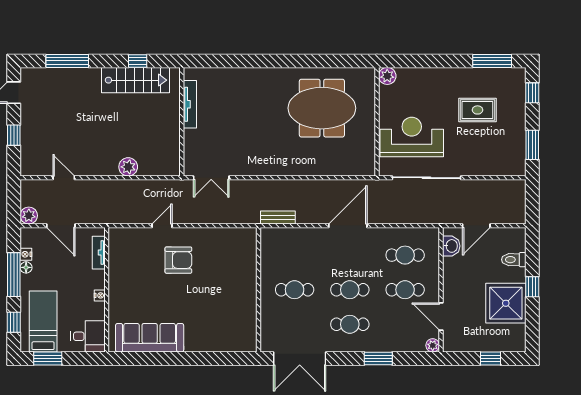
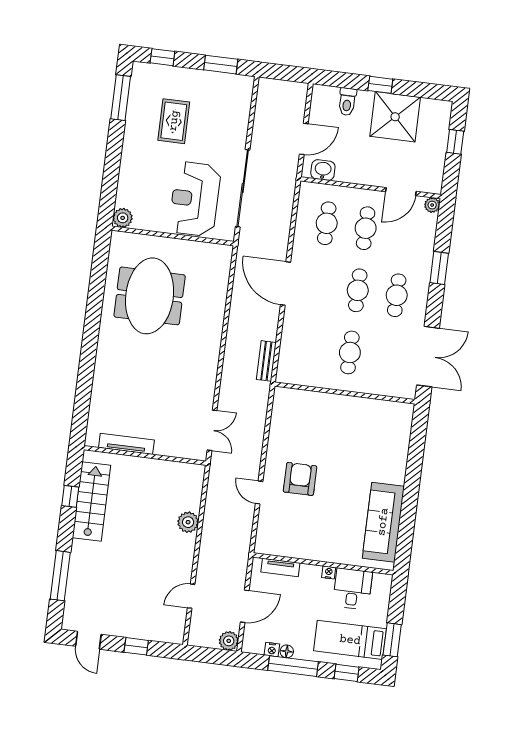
door: (476, 226) -> (304, 139), hinge flipped
desk: (88, 336) -> (352, 589), moved

